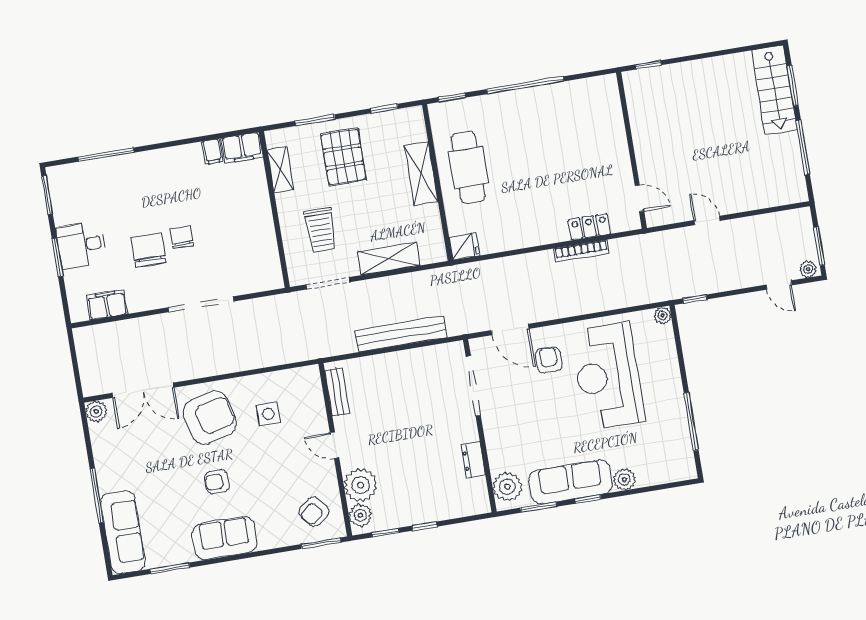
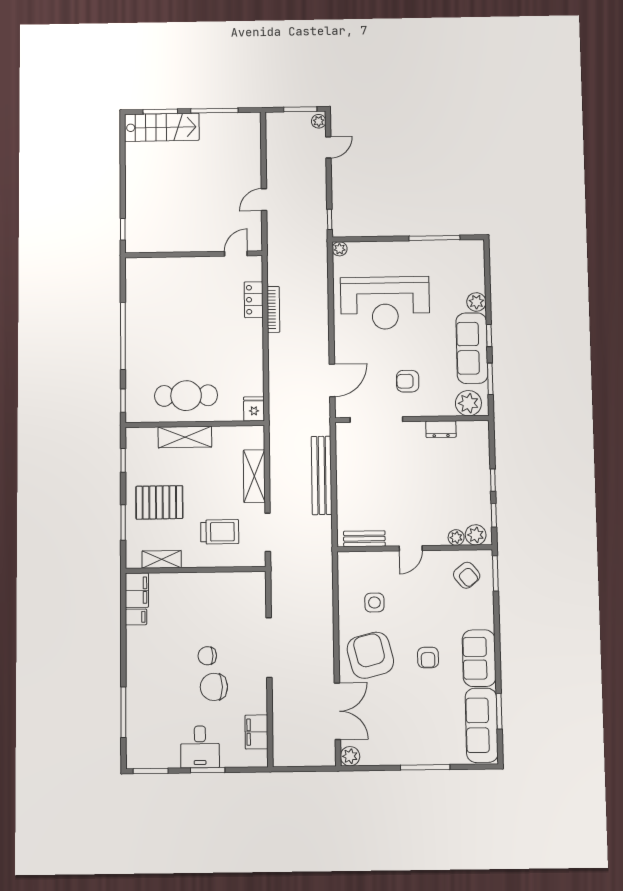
armchair: (549, 360) -> (408, 381), moved
plant: (361, 485) -> (456, 537), width x0.53, depth x0.53
sofa: (123, 532) -> (482, 725), moved, turned -90

